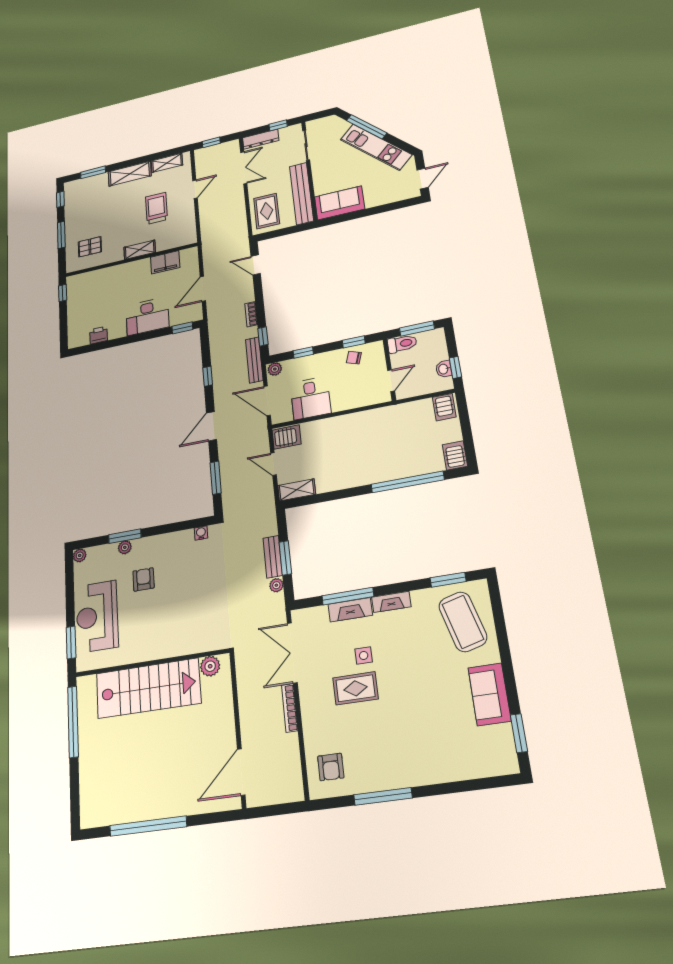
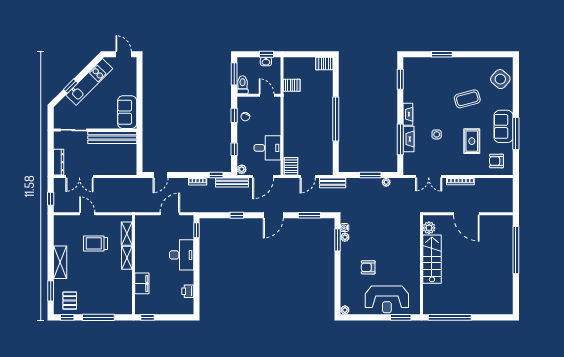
window: (278, 125) -> (51, 148), removed
window: (367, 127) -> (71, 86), width x0.46
shelving: (167, 163) -> (127, 234), moved
double door: (244, 168) -> (79, 177), swing flipped
rug: (267, 211) -> (120, 163), removed
window: (61, 235) -> (98, 317), width x1.44
pallet: (90, 247) -> (70, 301), moved
filing cabinet: (165, 262) -> (142, 283), moved
door: (203, 289) -> (170, 214), swing flipped
server rack: (444, 407) -> (292, 85), moved
door: (212, 426) -> (273, 215), hinge flipped
window: (408, 482) -> (336, 119), moved
shelving: (297, 490) -> (328, 163), removed
window: (125, 536) -> (337, 240), moved
plant: (125, 547) -> (345, 237), moved
bench: (273, 557) -> (333, 183), moved
coffee table: (463, 622) -> (467, 99), moved, width x0.73, depth x0.76
double door: (292, 653) -> (429, 177), width x0.73
stairs: (148, 688) -> (432, 259), width x0.73, depth x0.66
rug: (355, 688) -> (472, 141), moved
sofa: (490, 694) -> (504, 126), moved, turned 90
window: (519, 733) -> (442, 54), moved
side table: (476, 755) -> (500, 79), added
armchair: (331, 767) -> (497, 161), turned 180
door: (241, 772) -> (466, 214), moved
window: (148, 826) -> (516, 250), moved

